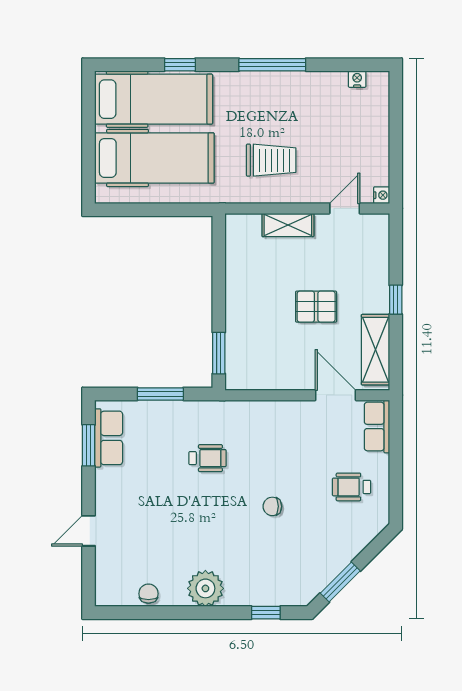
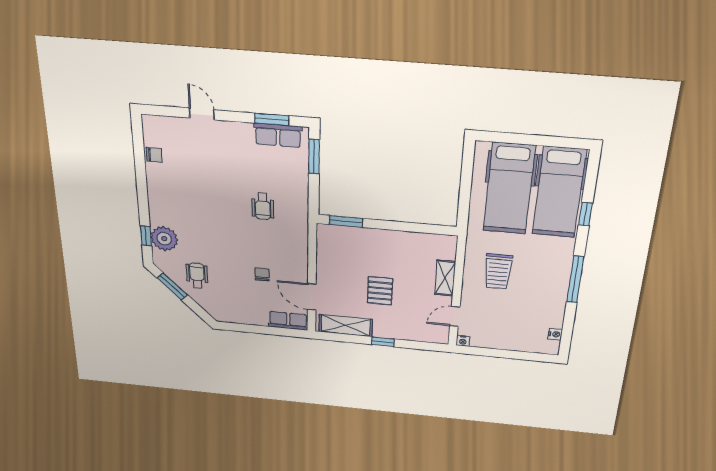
door: (345, 208) -> (455, 316), swing flipped
window: (160, 394) -> (314, 156), moved
door: (336, 395) -> (312, 297), swing flipped
wheelchair: (352, 487) -> (197, 276), moved
chair: (272, 506) -> (262, 274), moved
plant: (205, 588) -> (164, 239), moved

